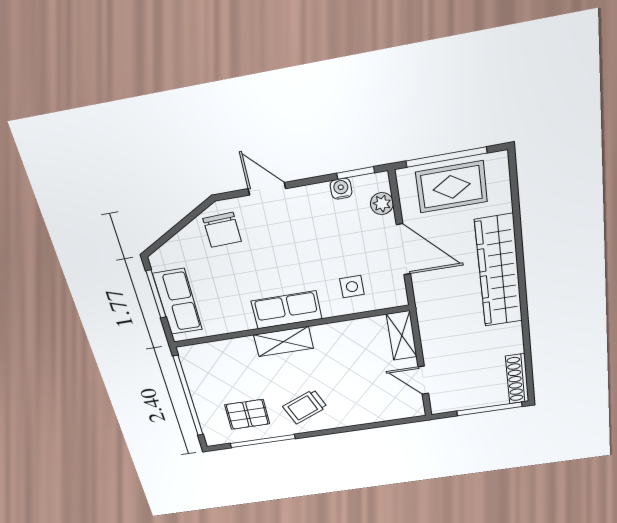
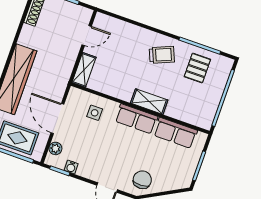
row of seats: (178, 302) -> (175, 133), moved, turned -90
door: (423, 380) -> (87, 36), hinge flipped
pallet: (247, 414) -> (197, 68), turned 90

